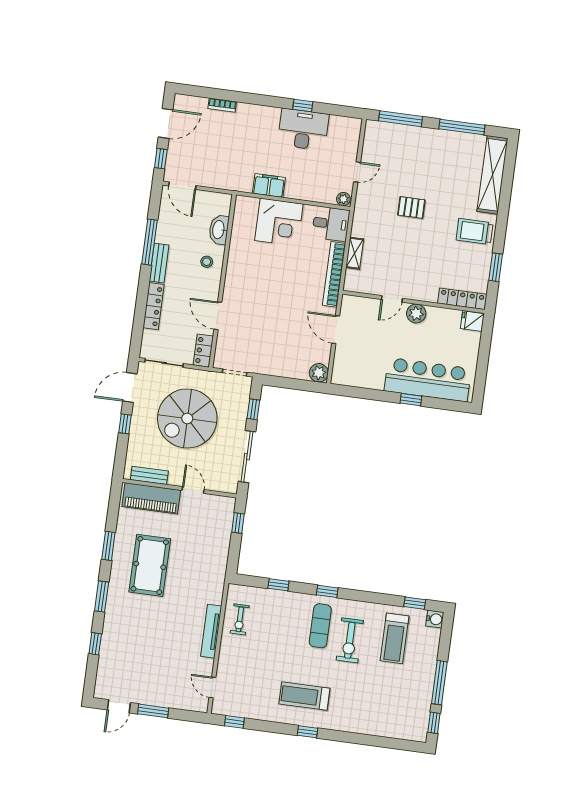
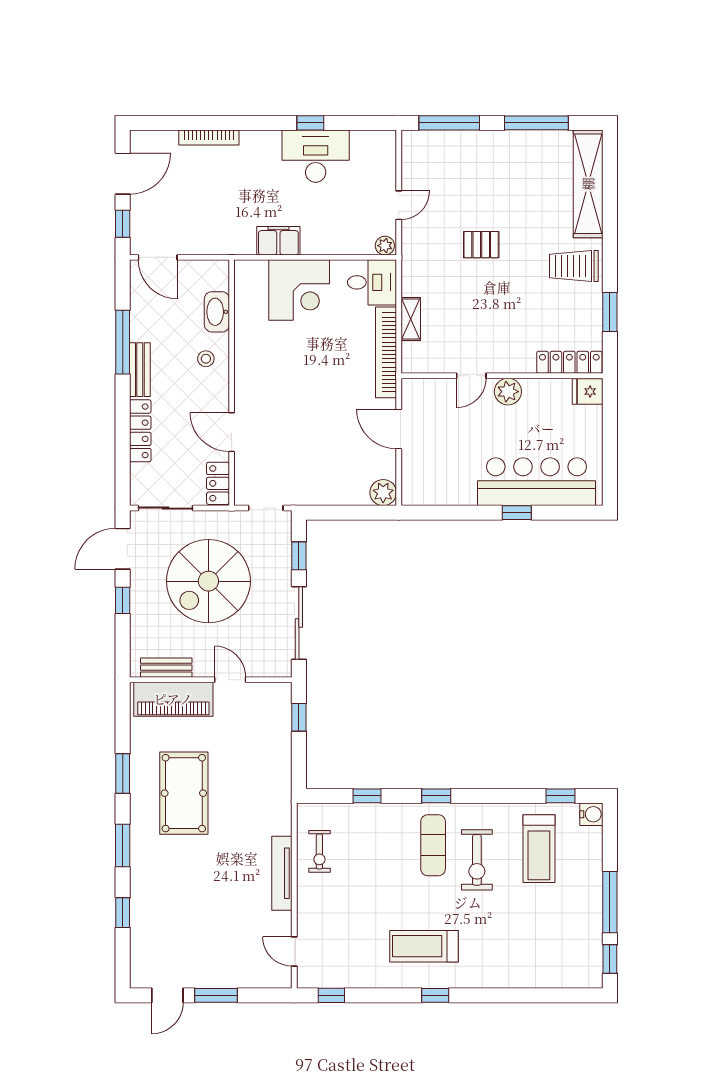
bookcase: (222, 105) -> (209, 137), width x1.56

